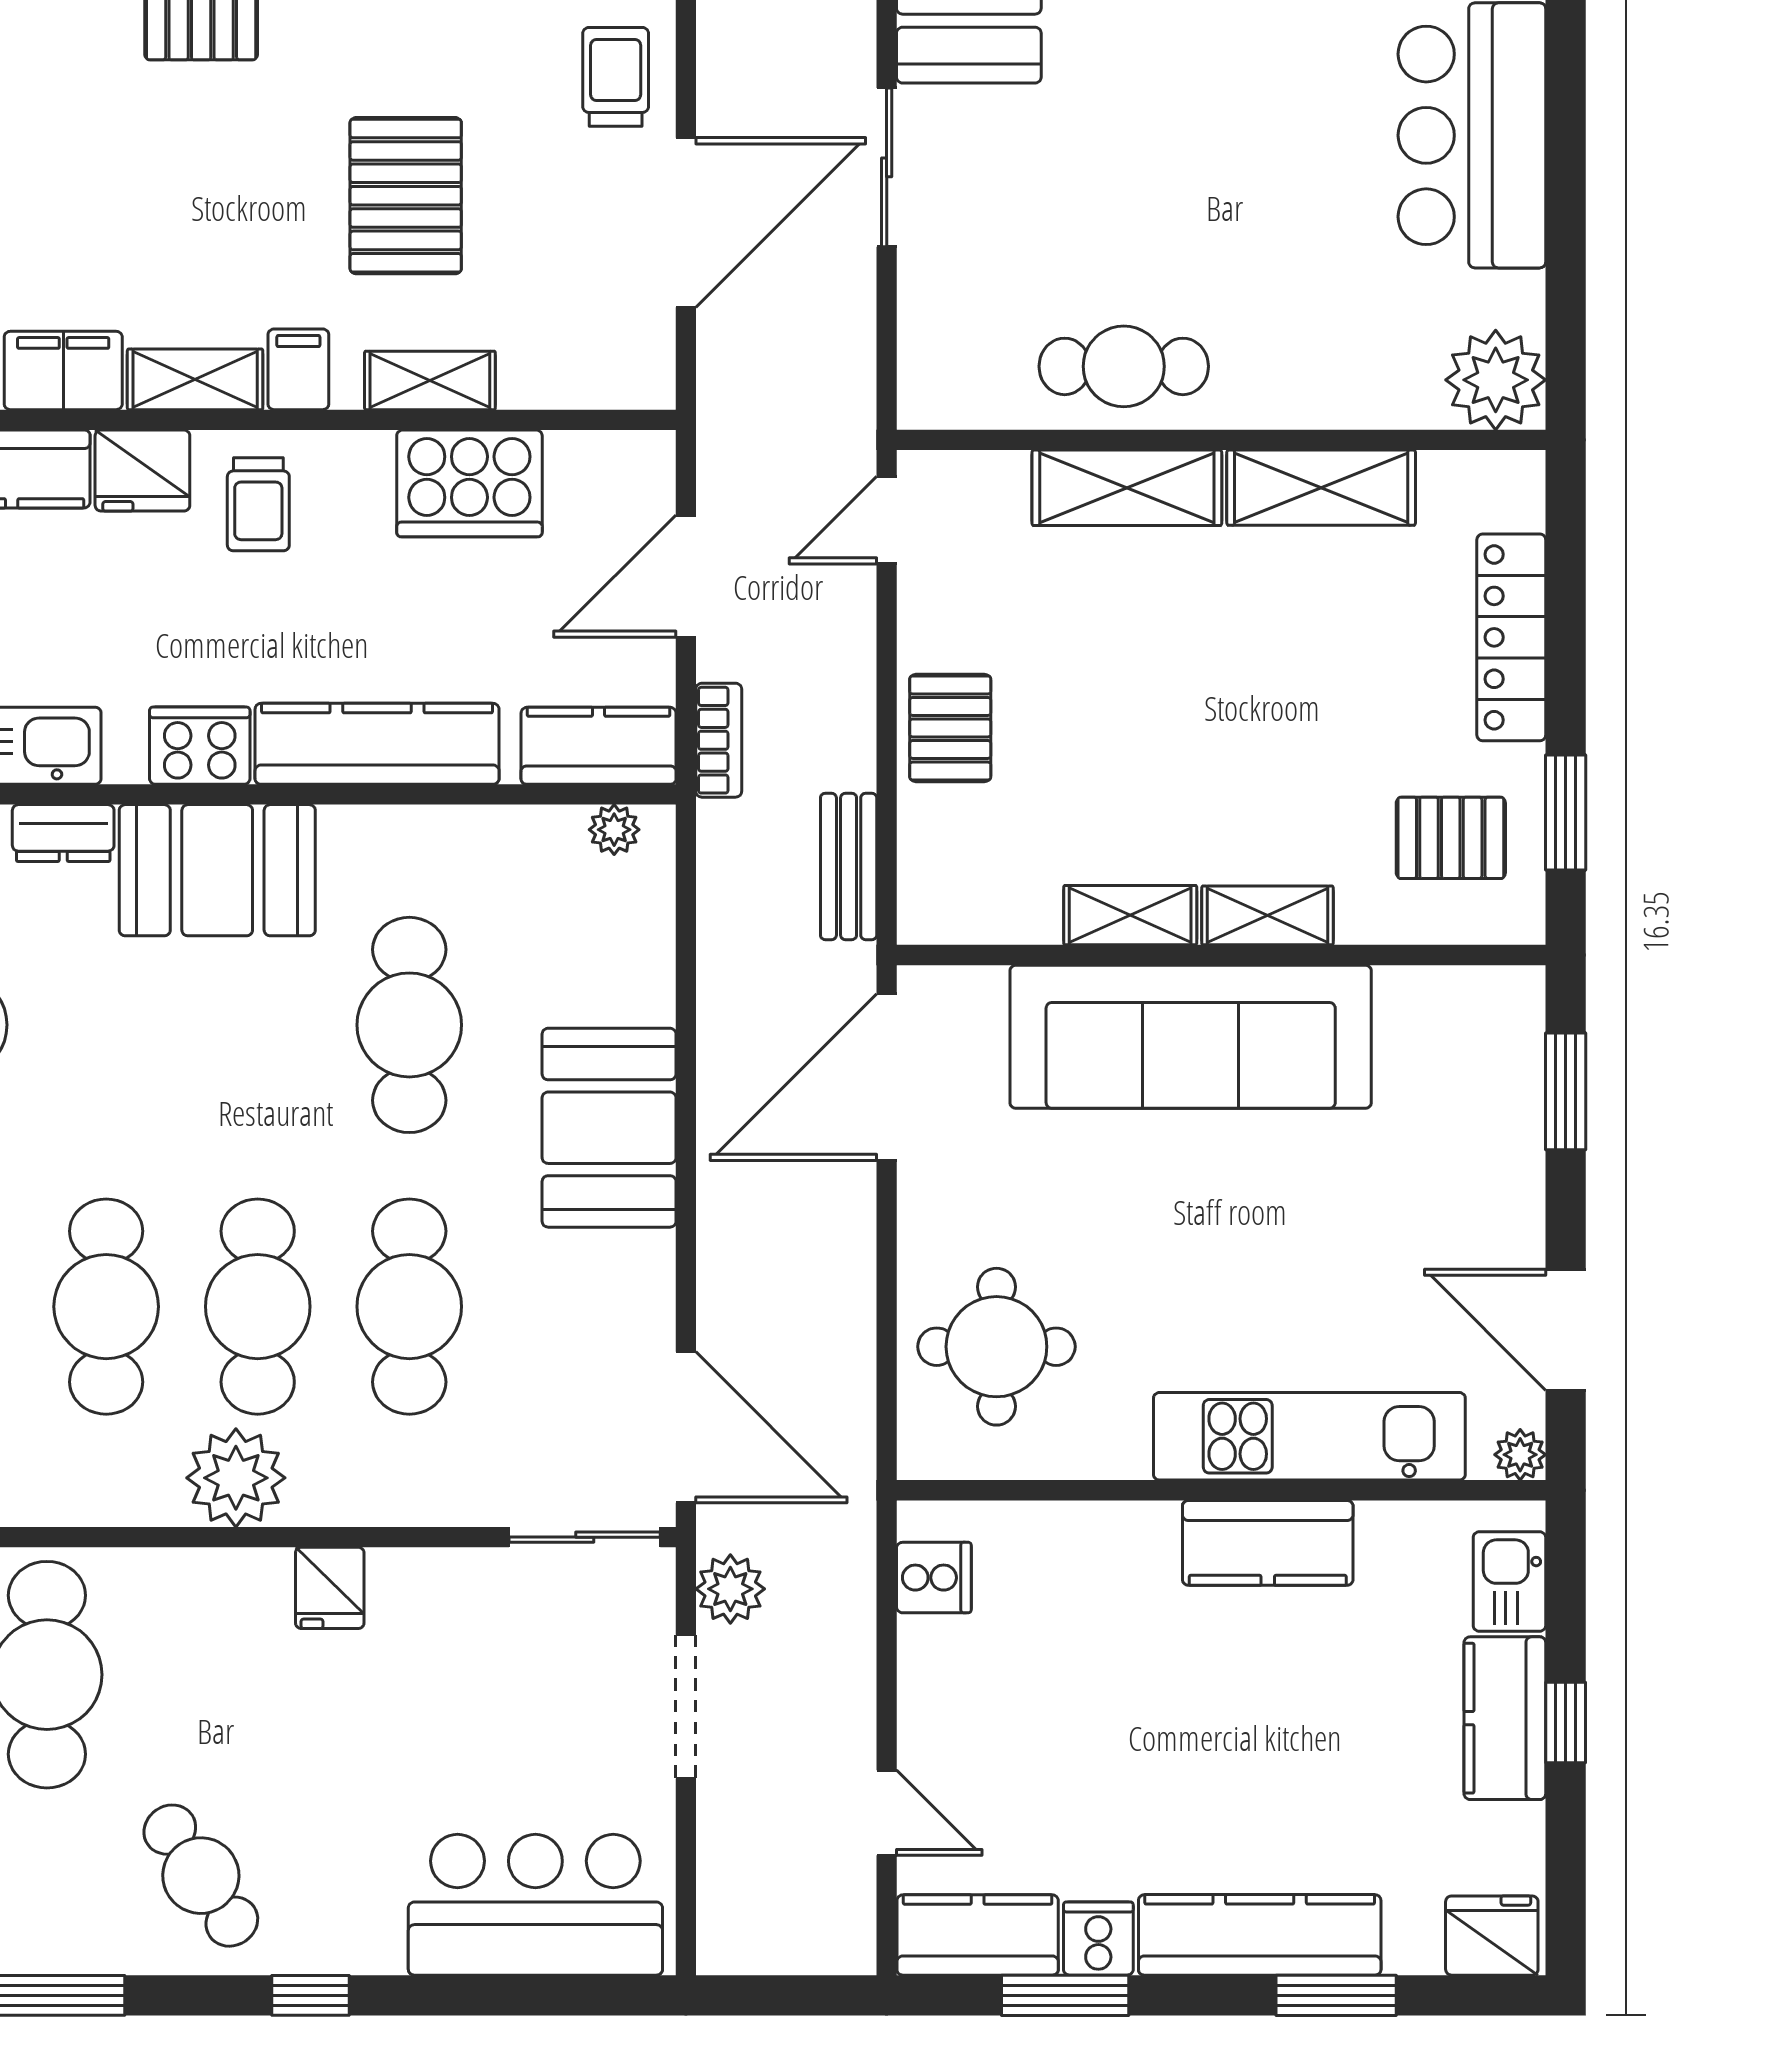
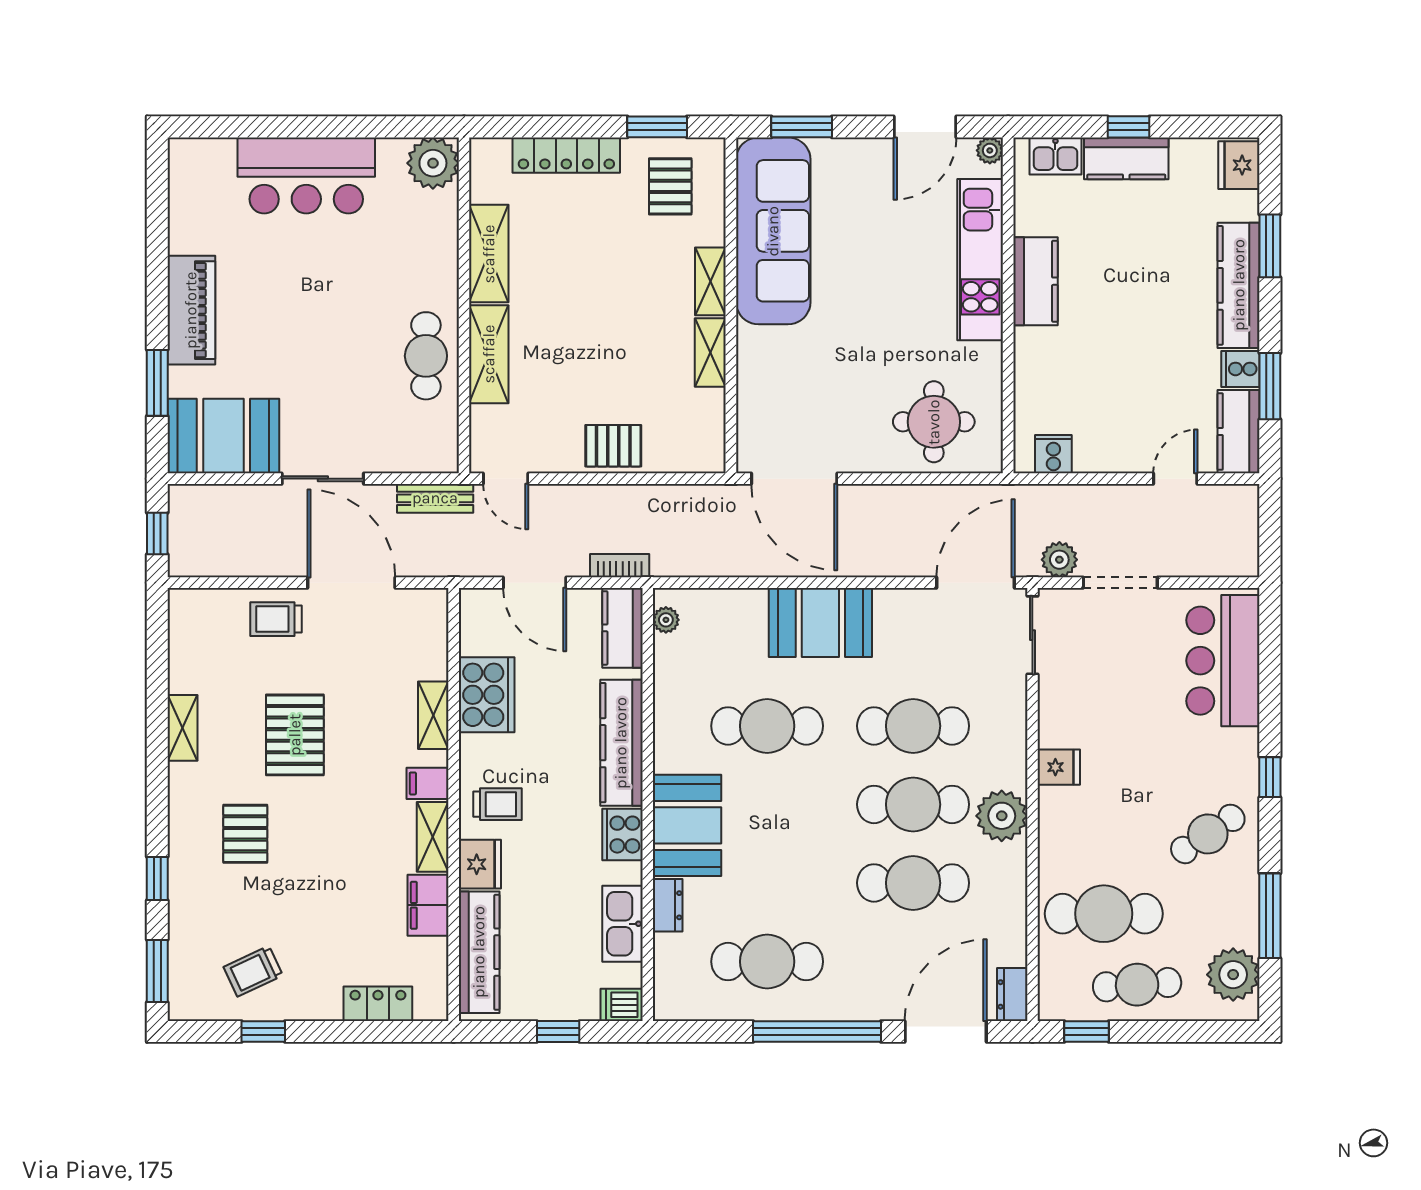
pallet: (406, 196) -> (295, 735), moved, turned 90
bench: (849, 866) -> (435, 498), moved
sofa: (1191, 1037) -> (773, 231), moved

